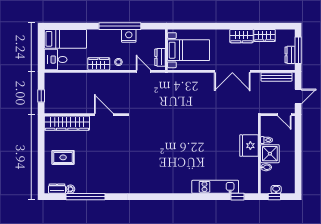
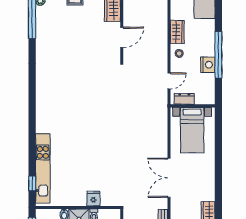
wardrobe: (242, 36) -> (208, 188), removed
fridge: (249, 146) -> (93, 199), width x0.53, depth x0.75
kitchen unit: (215, 187) -> (43, 168), width x1.36

